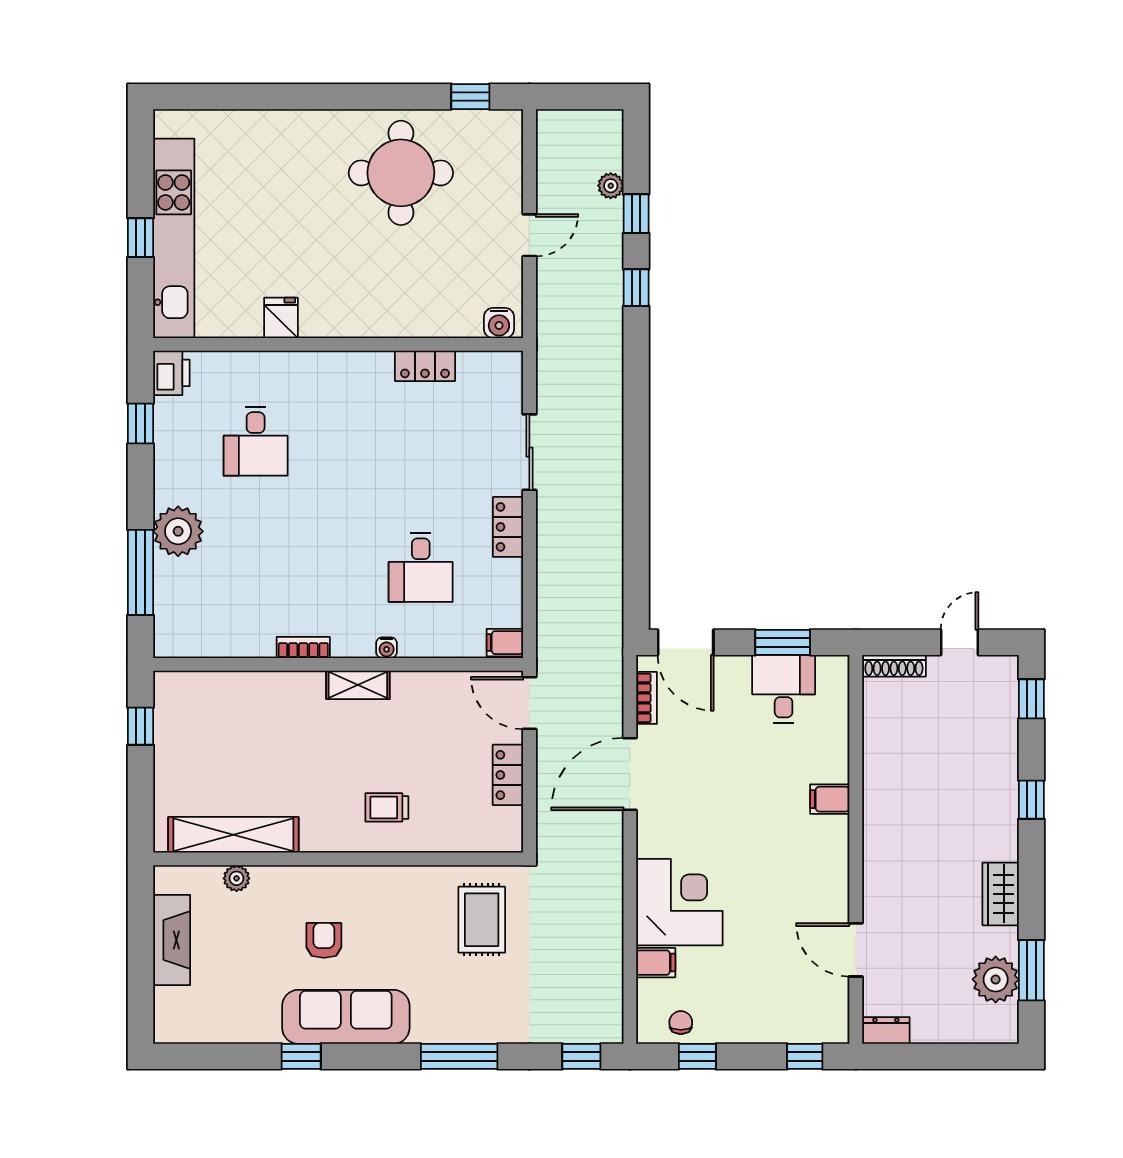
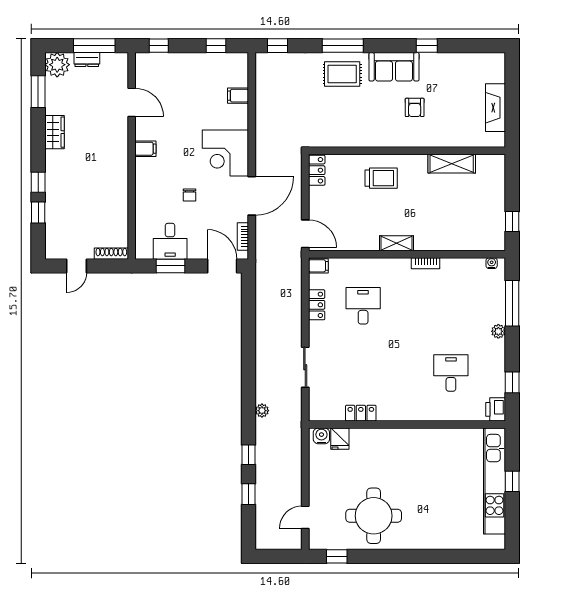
plant: (611, 186) -> (262, 411), moved
door: (529, 235) -> (305, 517), moved
fridge: (281, 318) -> (340, 439), moved
locker: (508, 527) -> (317, 305), moved
plant: (178, 531) -> (498, 331), width x0.53, depth x0.53
water cooler: (387, 648) -> (492, 263), moved
window: (1031, 699) -> (38, 213), moved
locker: (508, 775) -> (317, 170), moved
filing cabinet: (830, 799) -> (145, 149), moved
trolley: (387, 807) -> (381, 178), width x1.36, depth x1.39
shelving: (233, 835) -> (452, 164), width x0.68
plant: (237, 878) -> (461, 140), removed
corner desk: (679, 902) -> (225, 153), moved
rug: (482, 920) -> (342, 74), moved, turned 90
plant: (996, 979) -> (57, 65), moved
sofa: (346, 1017) -> (394, 67), width x0.73
chair: (681, 1023) -> (189, 195), moved
dresser: (886, 1030) -> (87, 59), moved
window: (926, 1056) -> (94, 46), added

